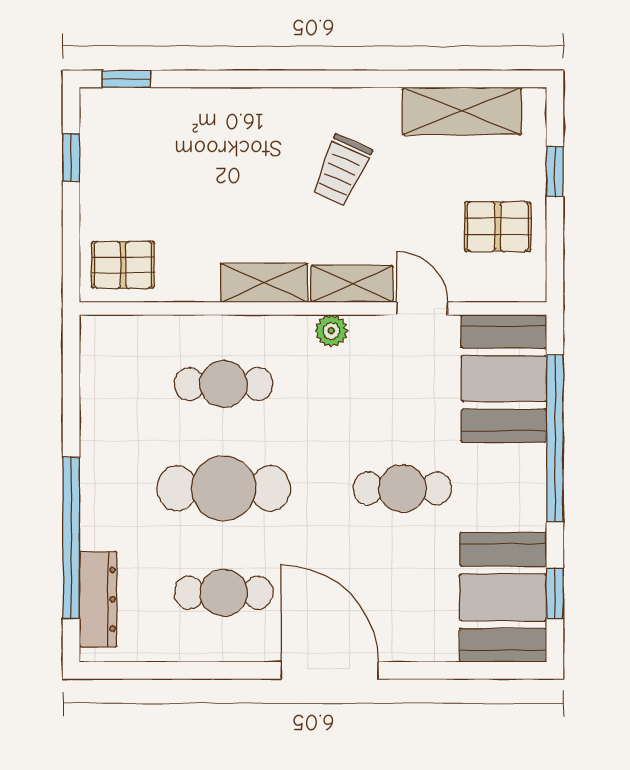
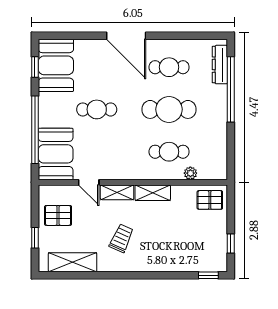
plant: (331, 331) -> (190, 173), moved

